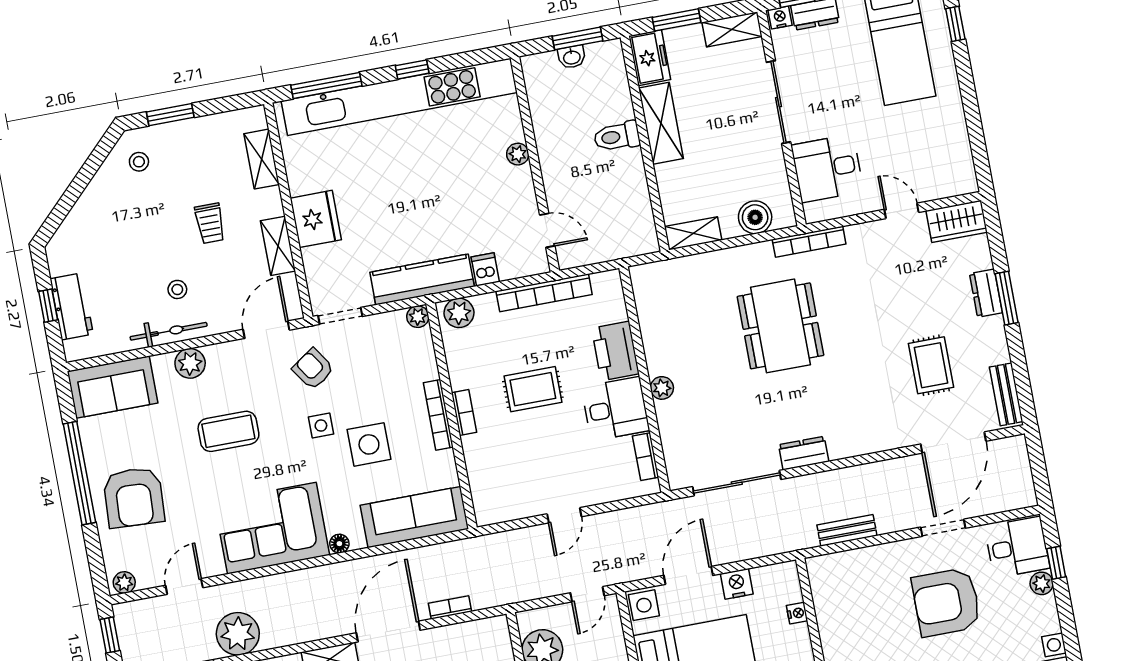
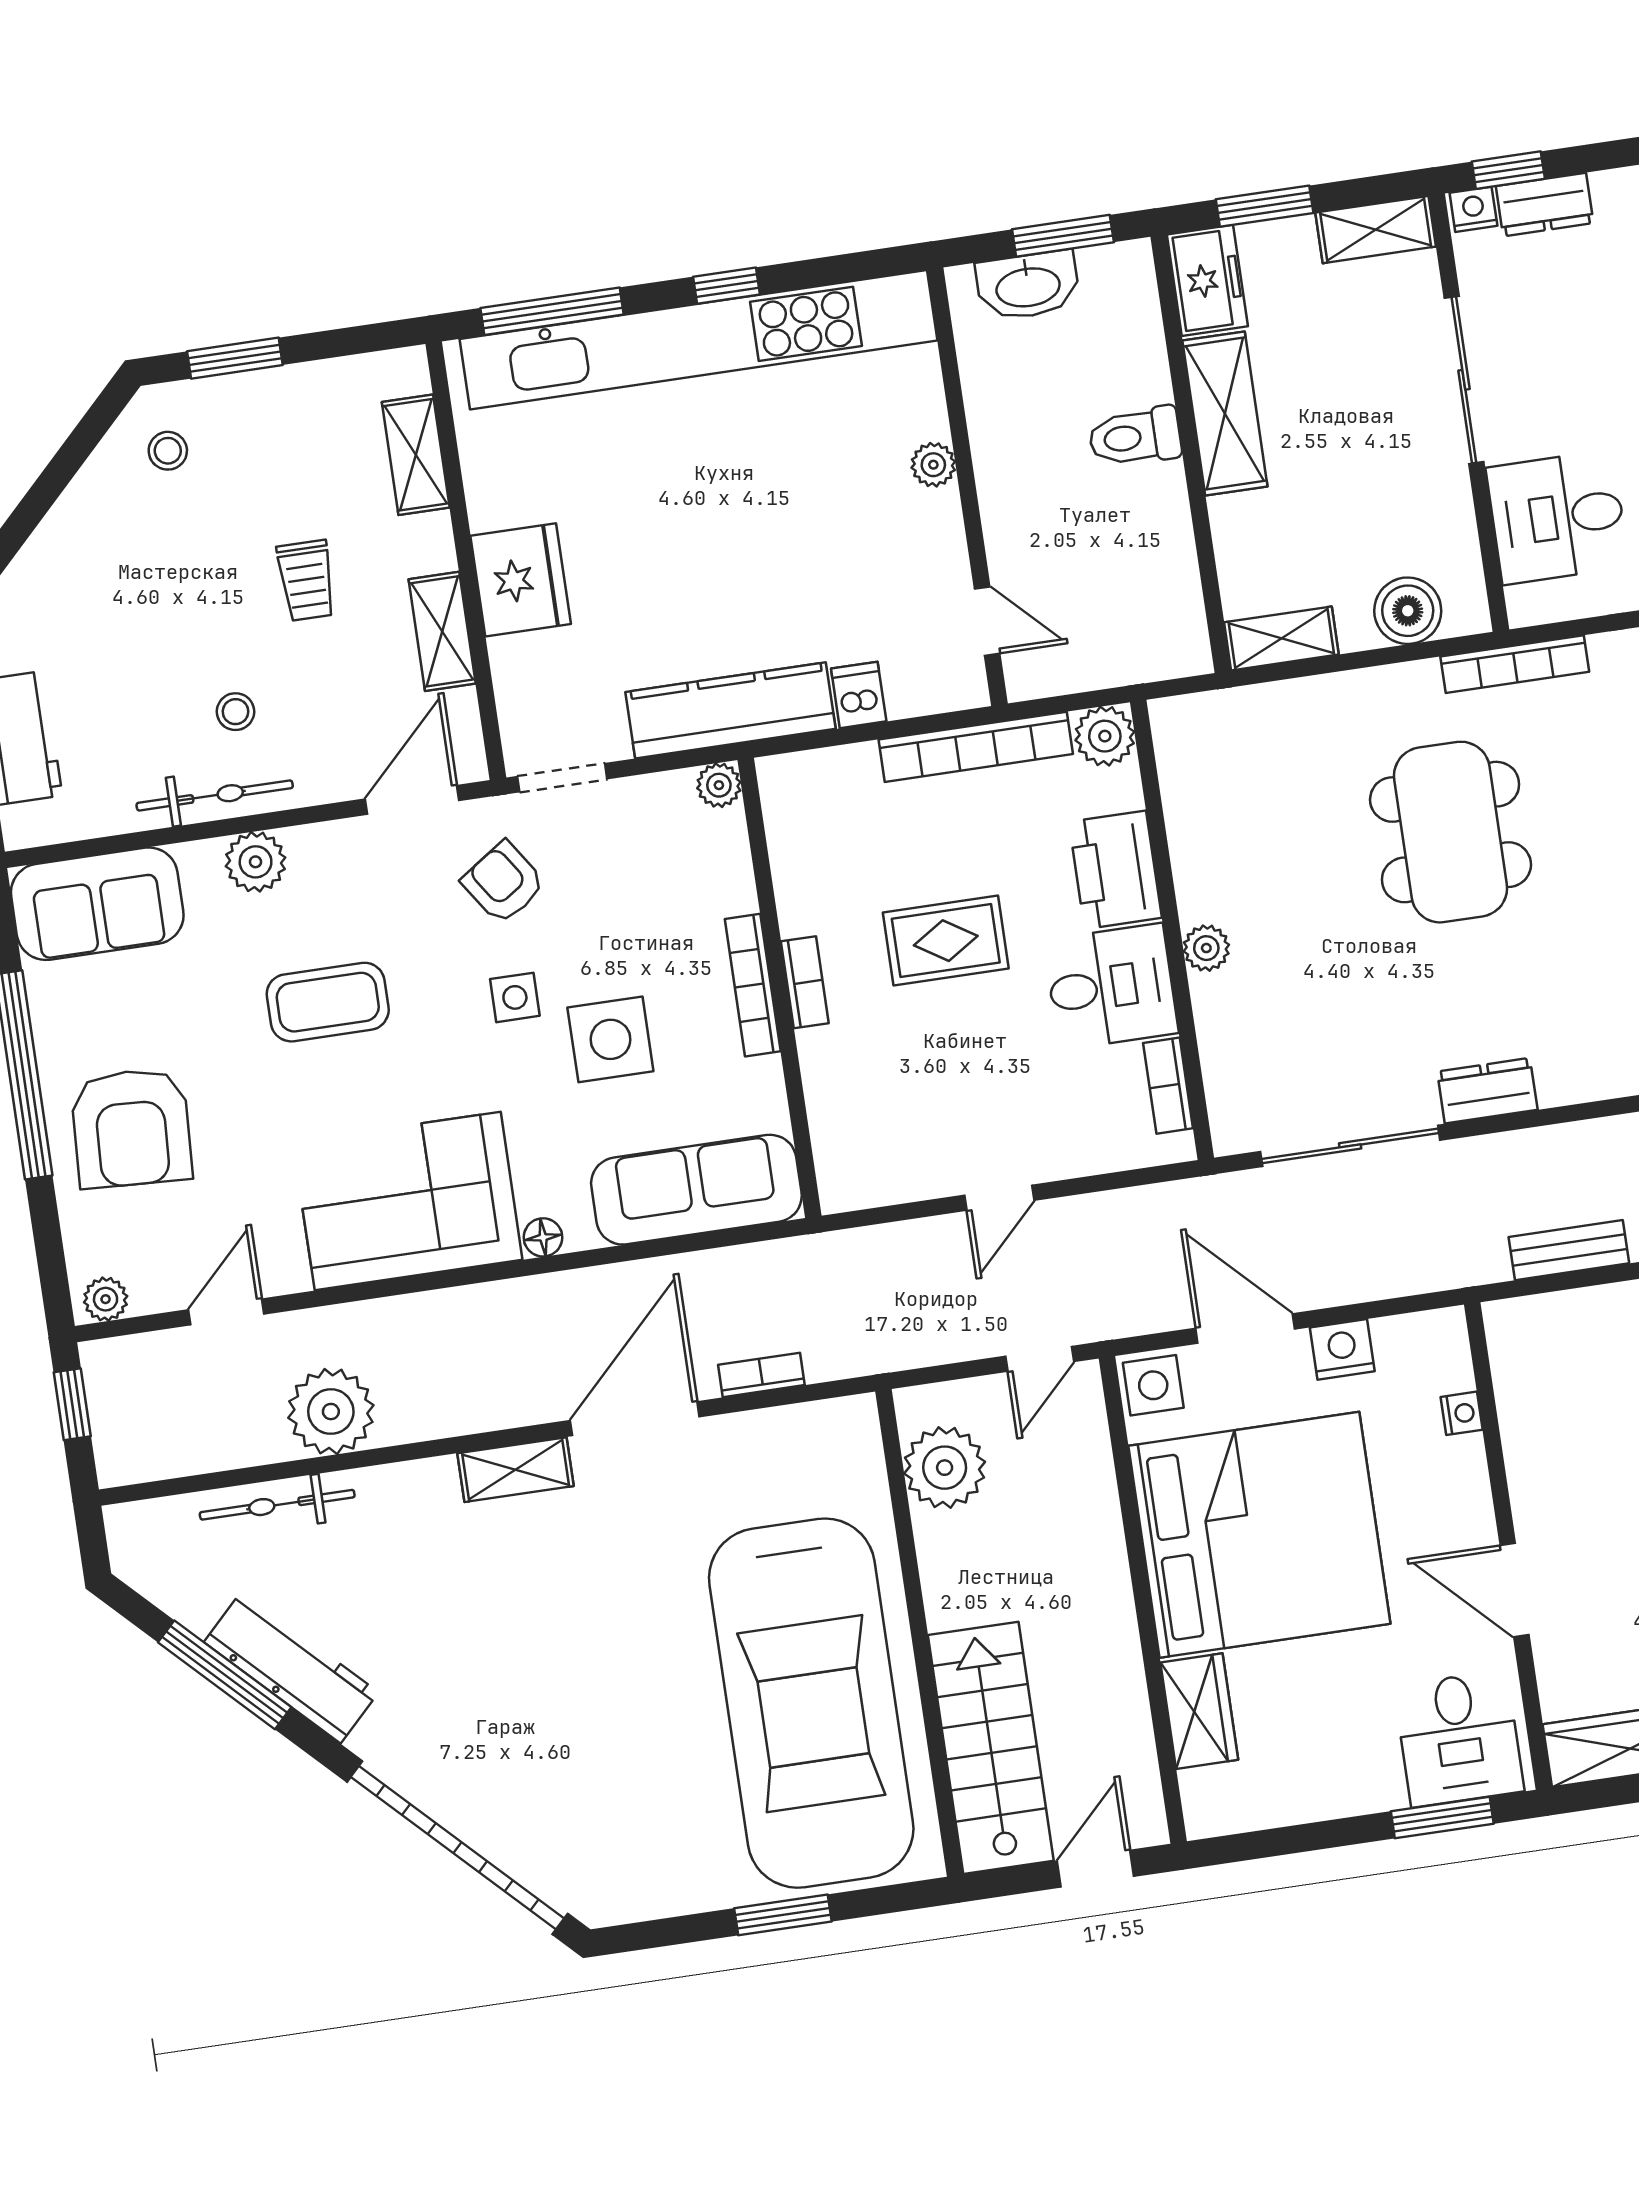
washbasin: (572, 57) -> (1028, 286), width x1.91, depth x1.45
plant: (459, 313) -> (1105, 736), moved
door: (688, 575) -> (1245, 1329), hinge flipped

